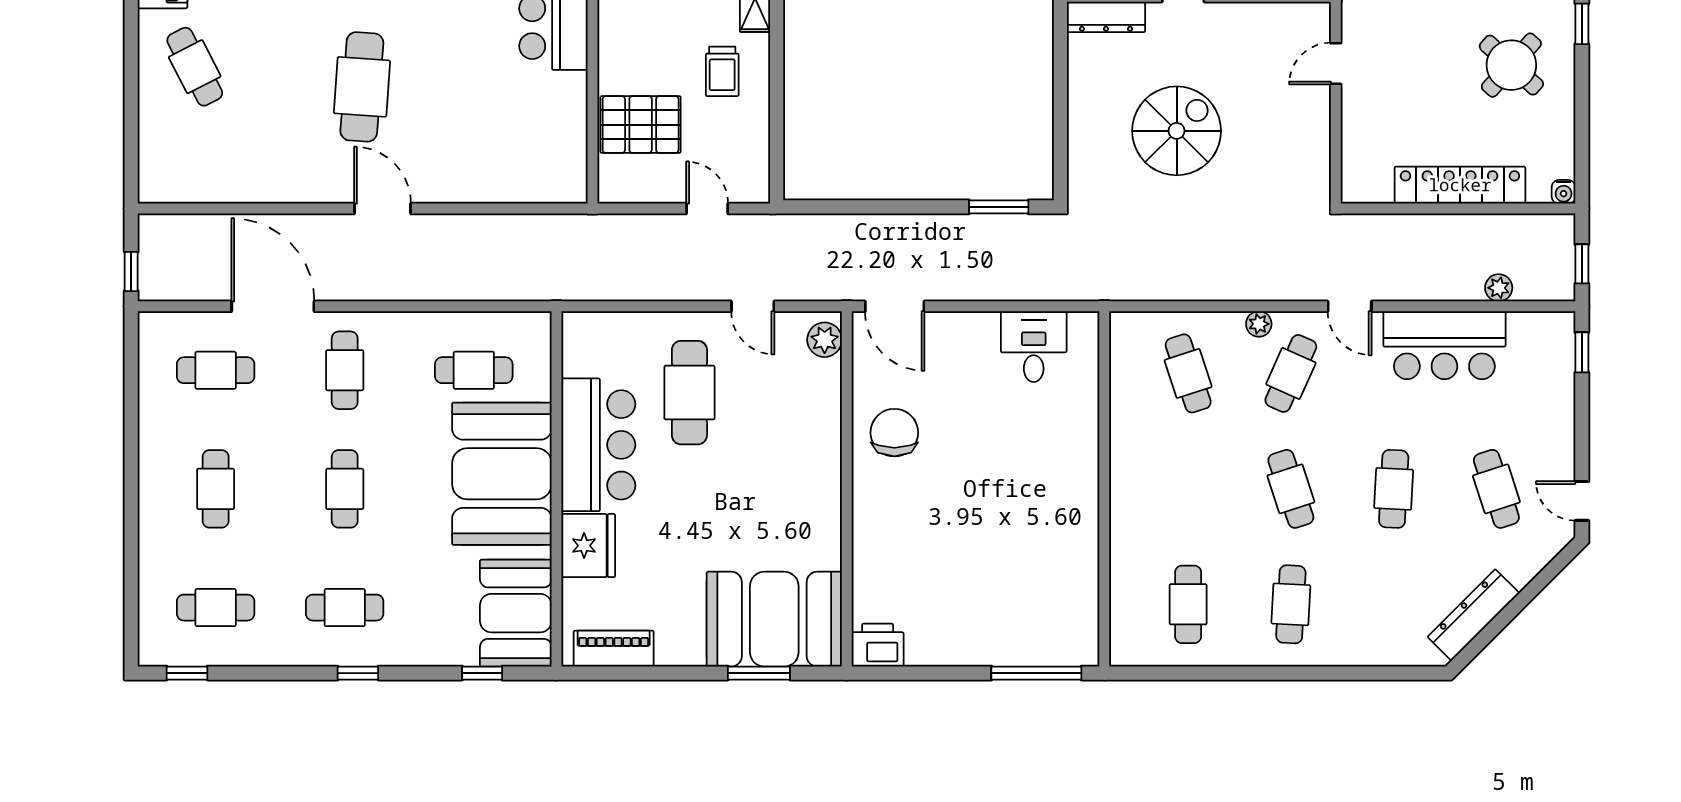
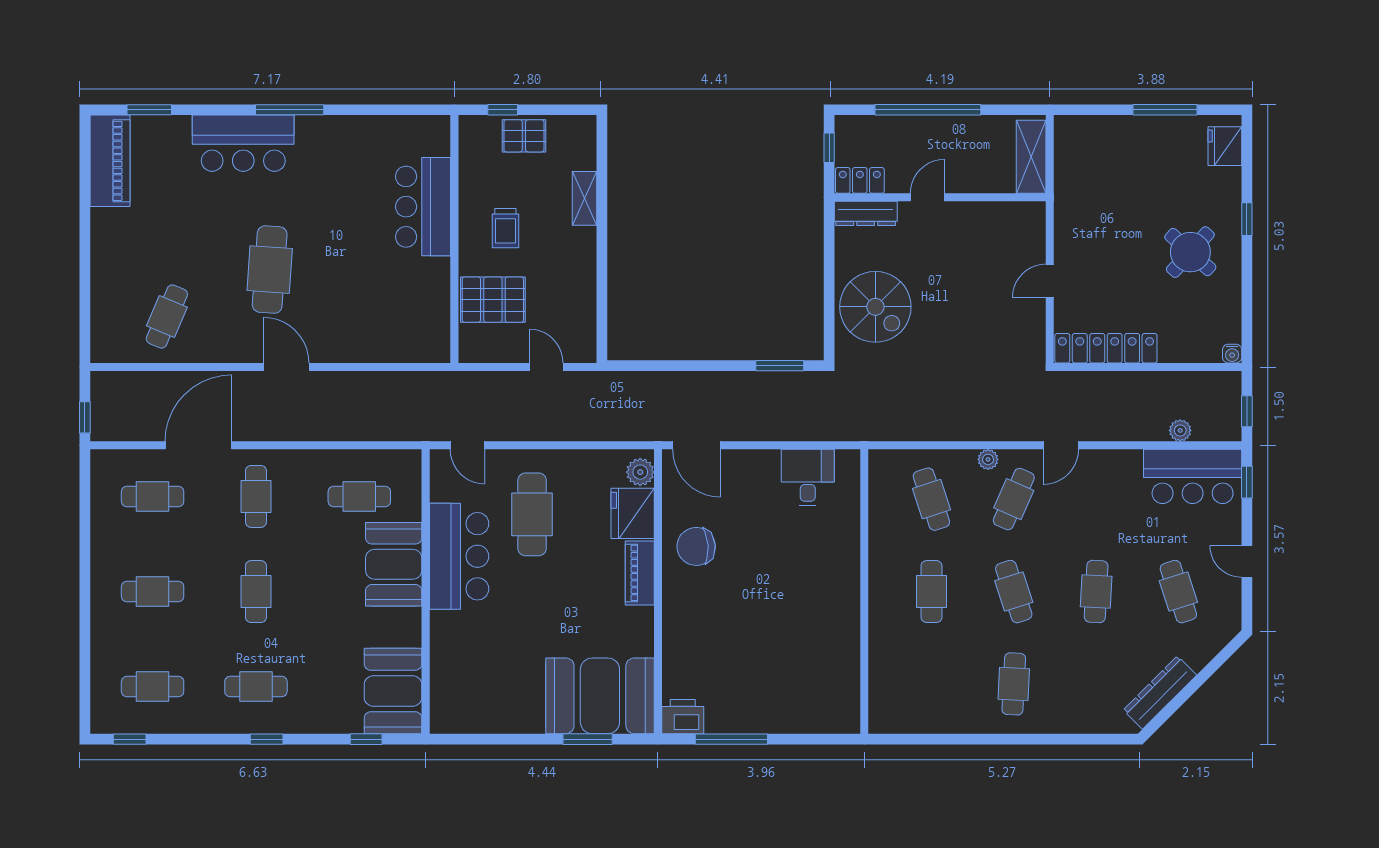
door: (1336, 64) -> (1050, 281), moved
cafe table: (195, 67) -> (167, 316), moved, turned 50
trolley: (722, 71) -> (505, 228), moved
spiral stairs: (1177, 131) -> (875, 307), moved, turned 90
locker: (1460, 185) -> (1106, 348), moved
door: (273, 306) -> (198, 445), hinge flipped
door: (753, 306) -> (467, 445), moved
door: (1350, 306) -> (1061, 445), hinge flipped
bar counter: (1444, 345) -> (1193, 476), moved
chair: (894, 433) -> (696, 546), turned -94
booth: (502, 474) -> (394, 564), width x0.73, depth x0.70
cafe table: (216, 489) -> (153, 592), turned 90
door: (1582, 501) -> (1247, 562), moved
fridge: (588, 546) -> (633, 513), moved, turned 180
cafe table: (1188, 604) -> (931, 592), moved
piano: (614, 649) -> (640, 573), moved, turned -90
window: (1036, 673) -> (731, 739), moved

